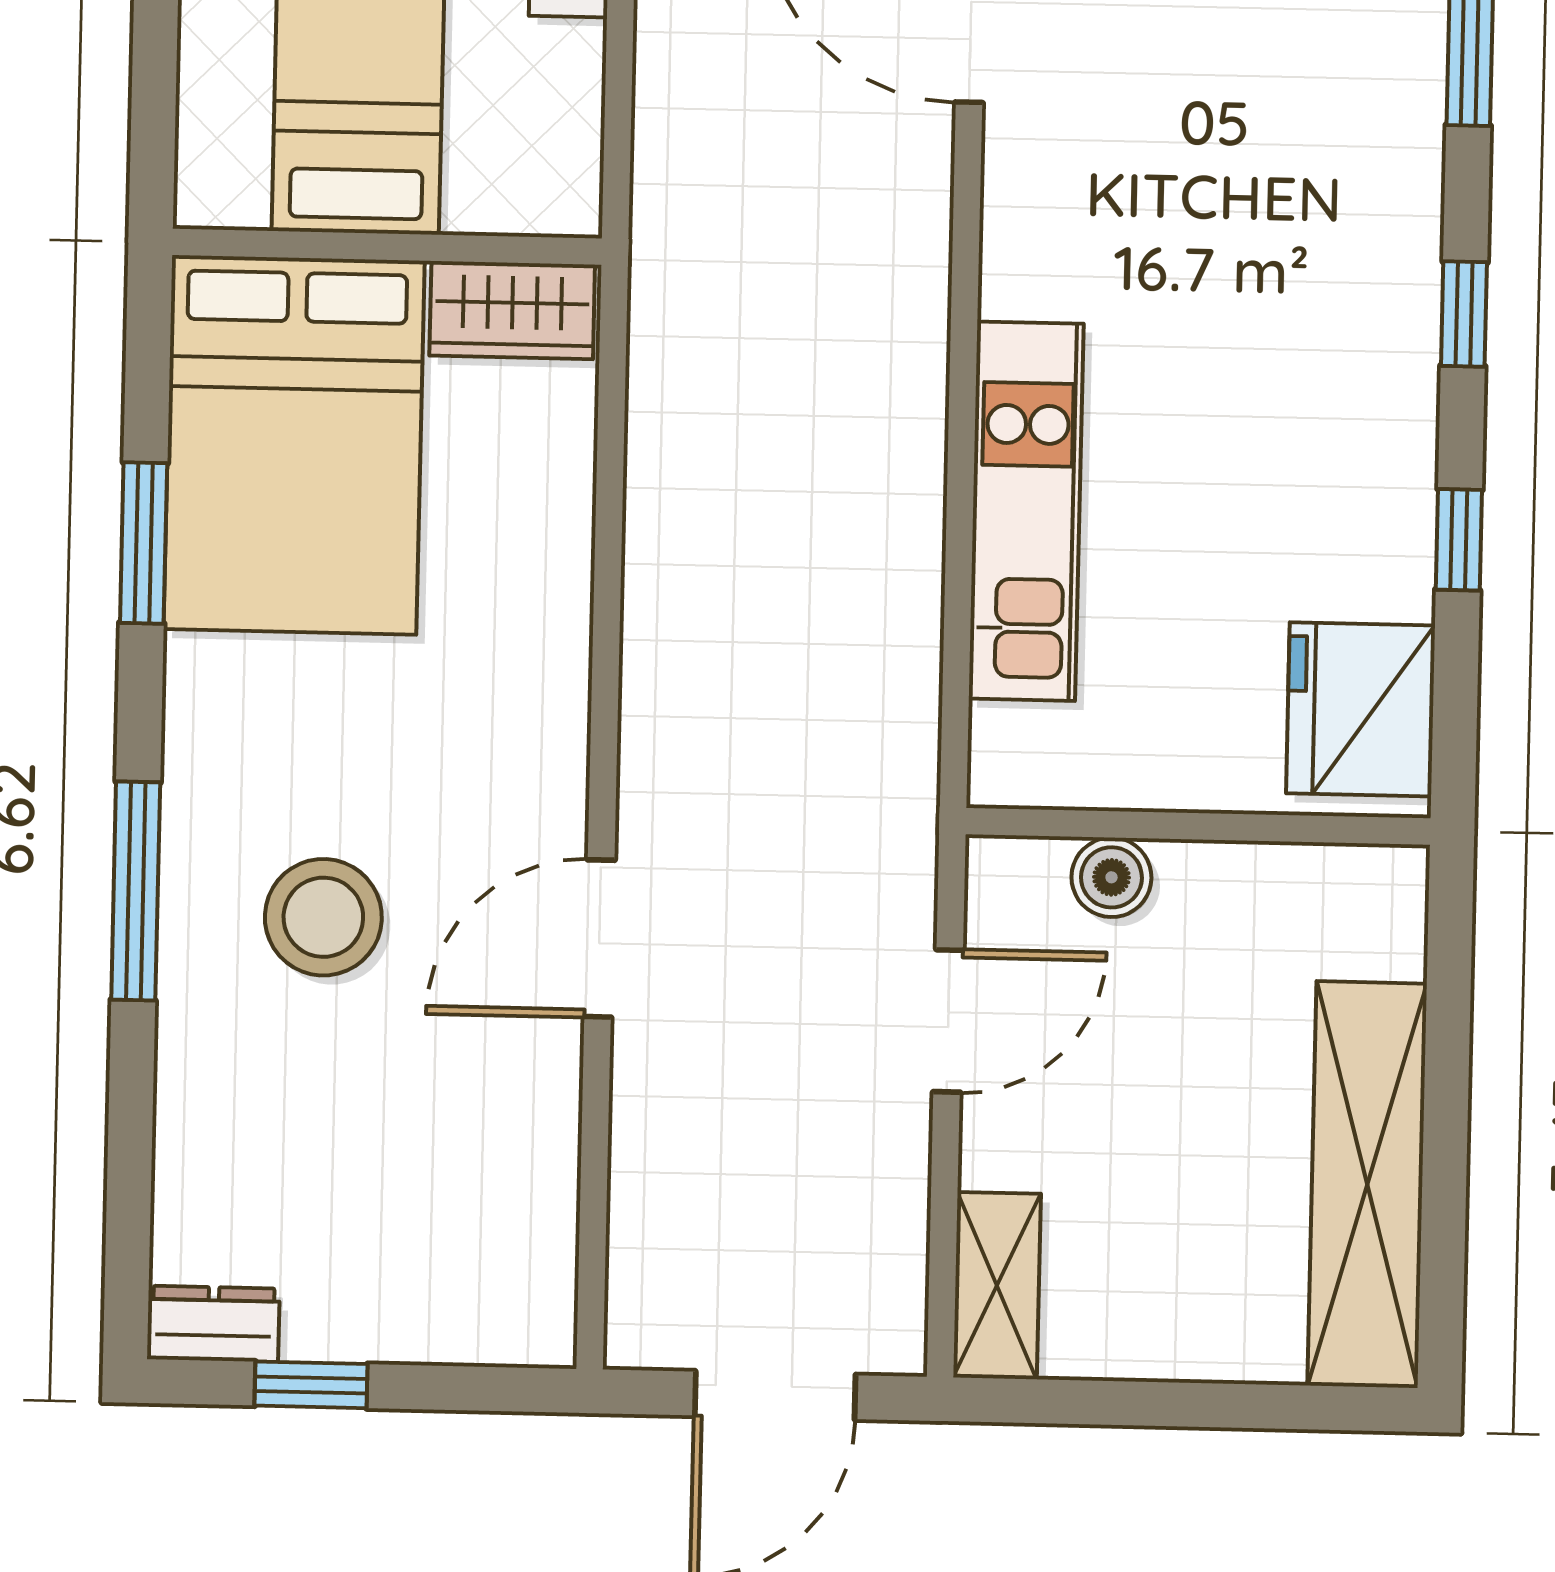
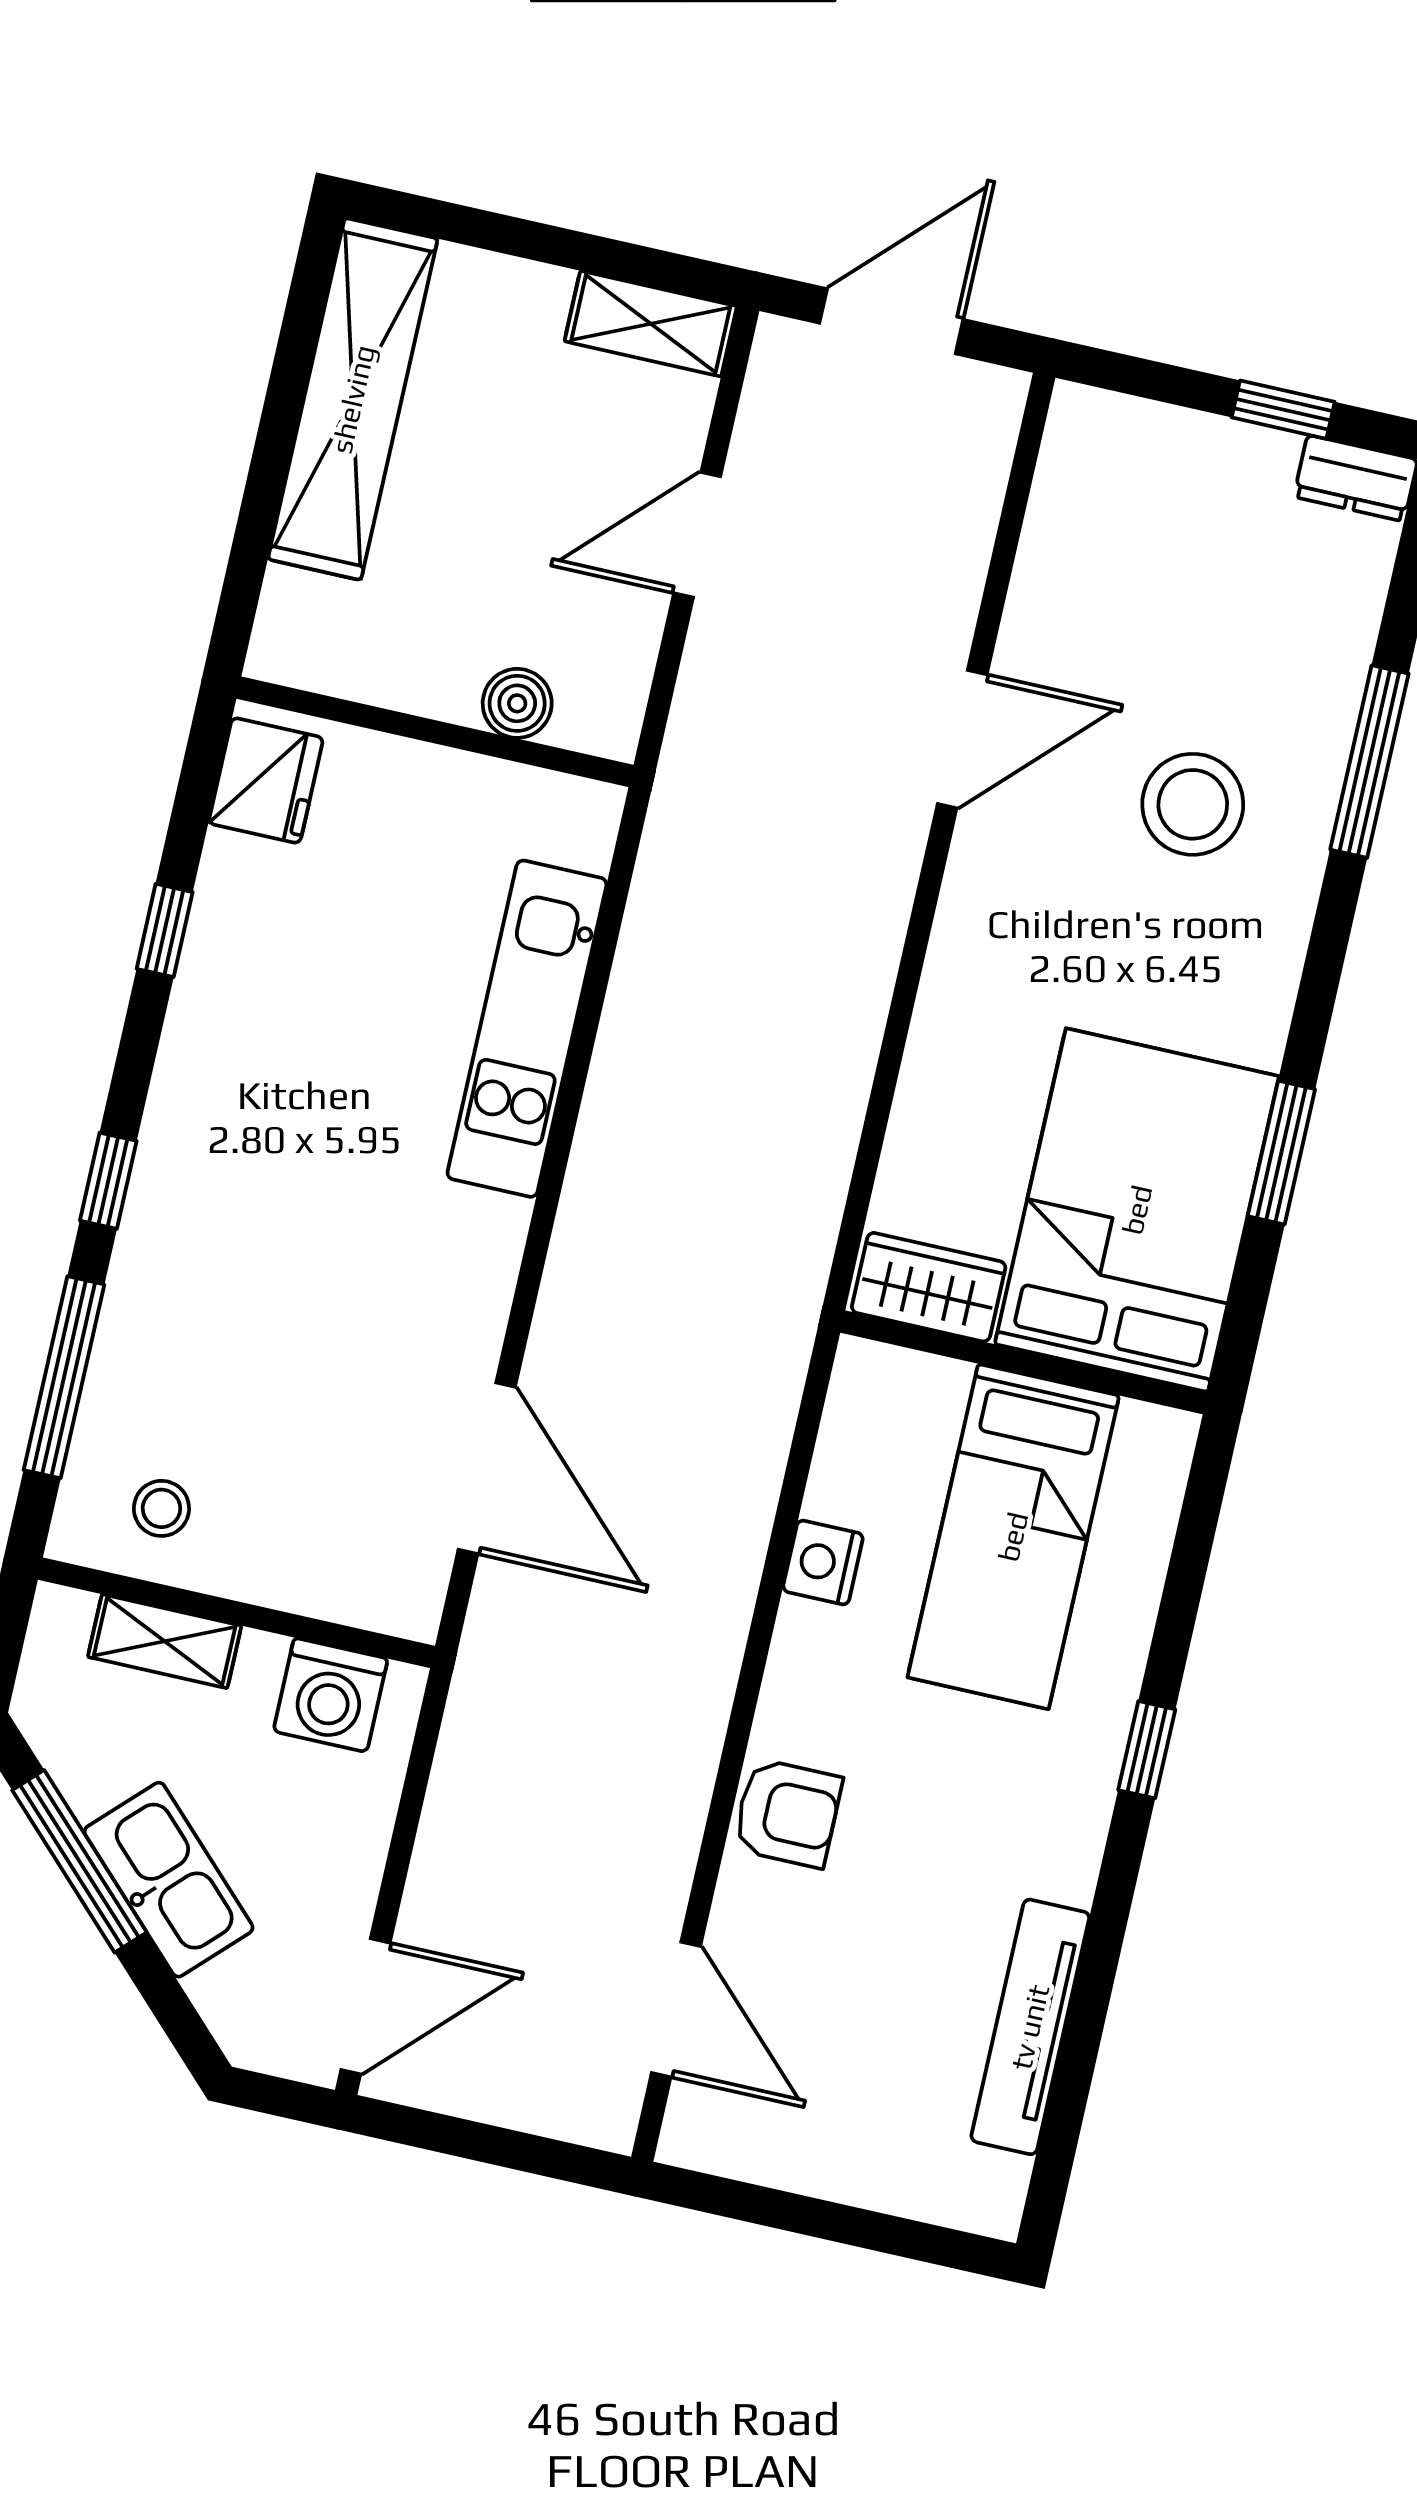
window: (1464, 314) -> (108, 1181), moved
fridge: (1360, 709) -> (266, 781), width x0.73, depth x0.75
window: (136, 891) -> (1369, 762), moved
door: (948, 1021) -> (697, 535), moved
shelving: (997, 1286) -> (651, 324), moved, turned 90

